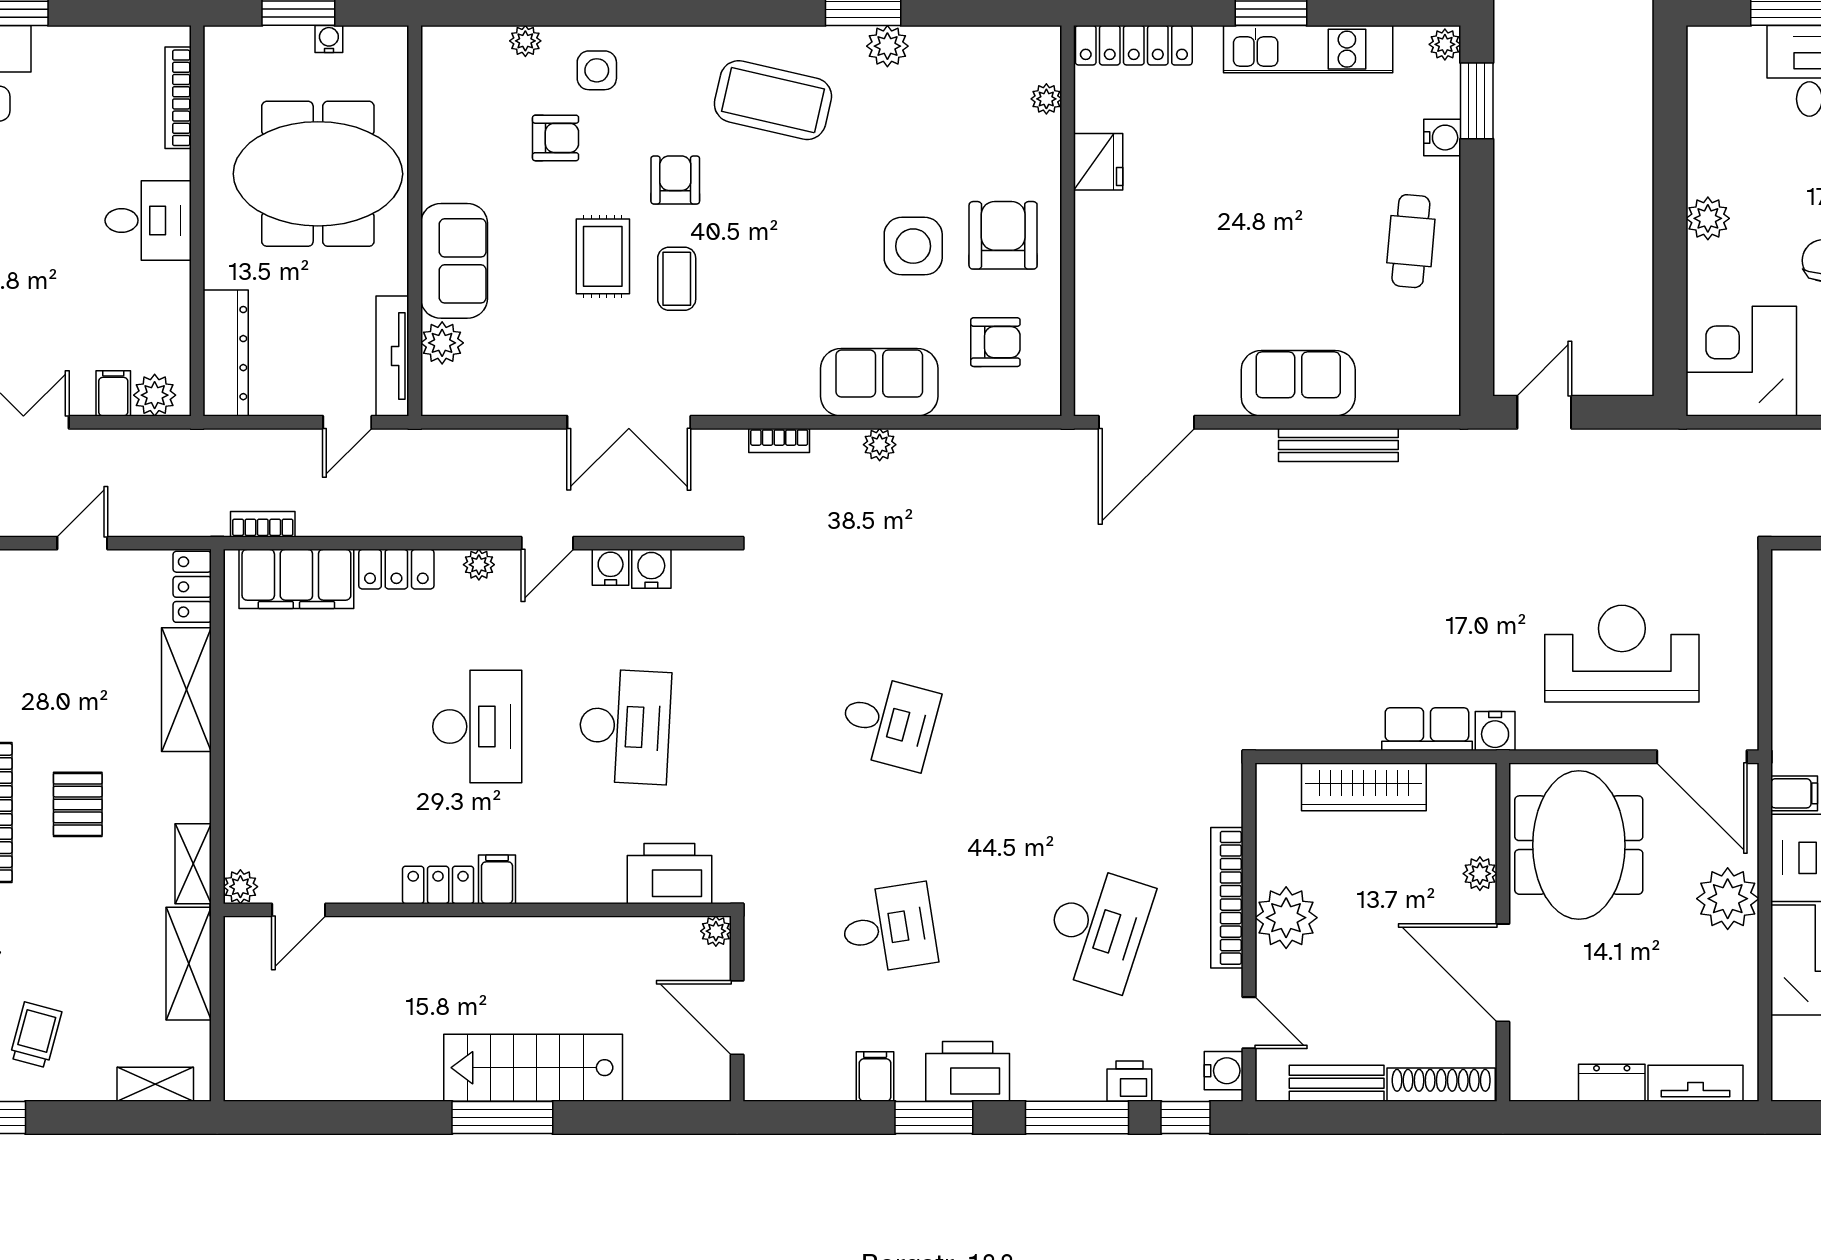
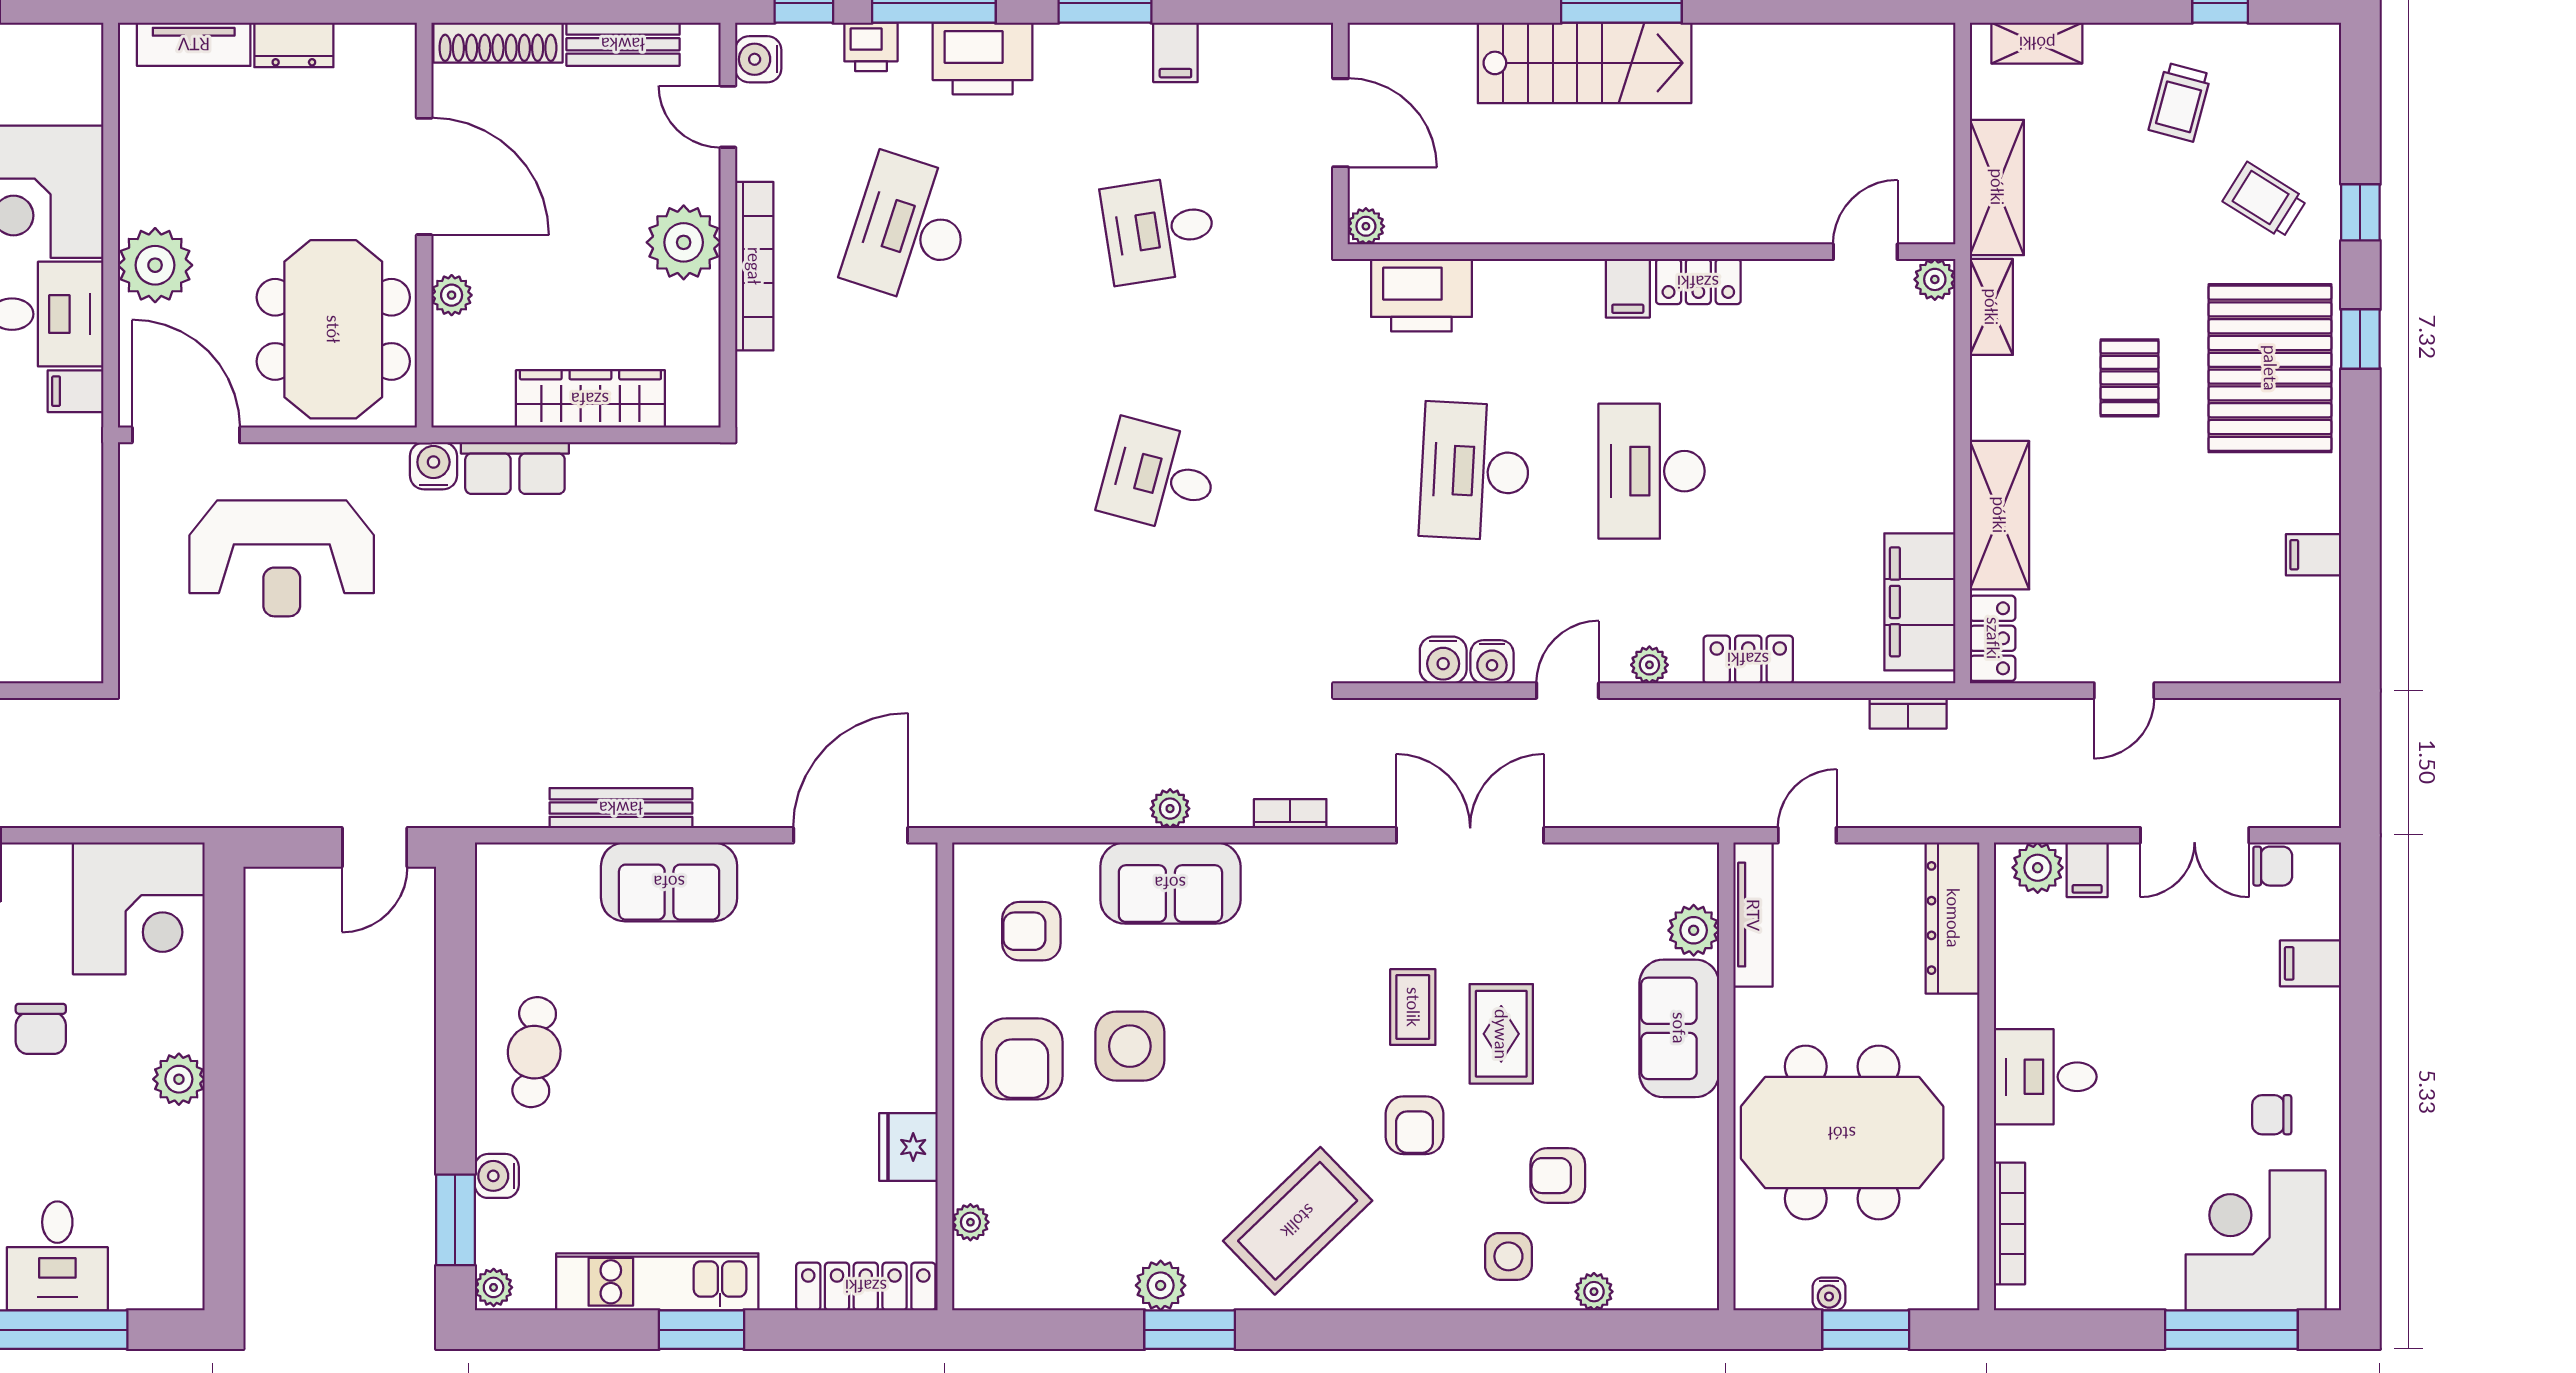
coffee table: (773, 100) -> (1298, 1221), turned -57
filing cabinet: (296, 579) -> (1920, 602), moved, turned -90
printer: (968, 1071) -> (983, 58), moved

